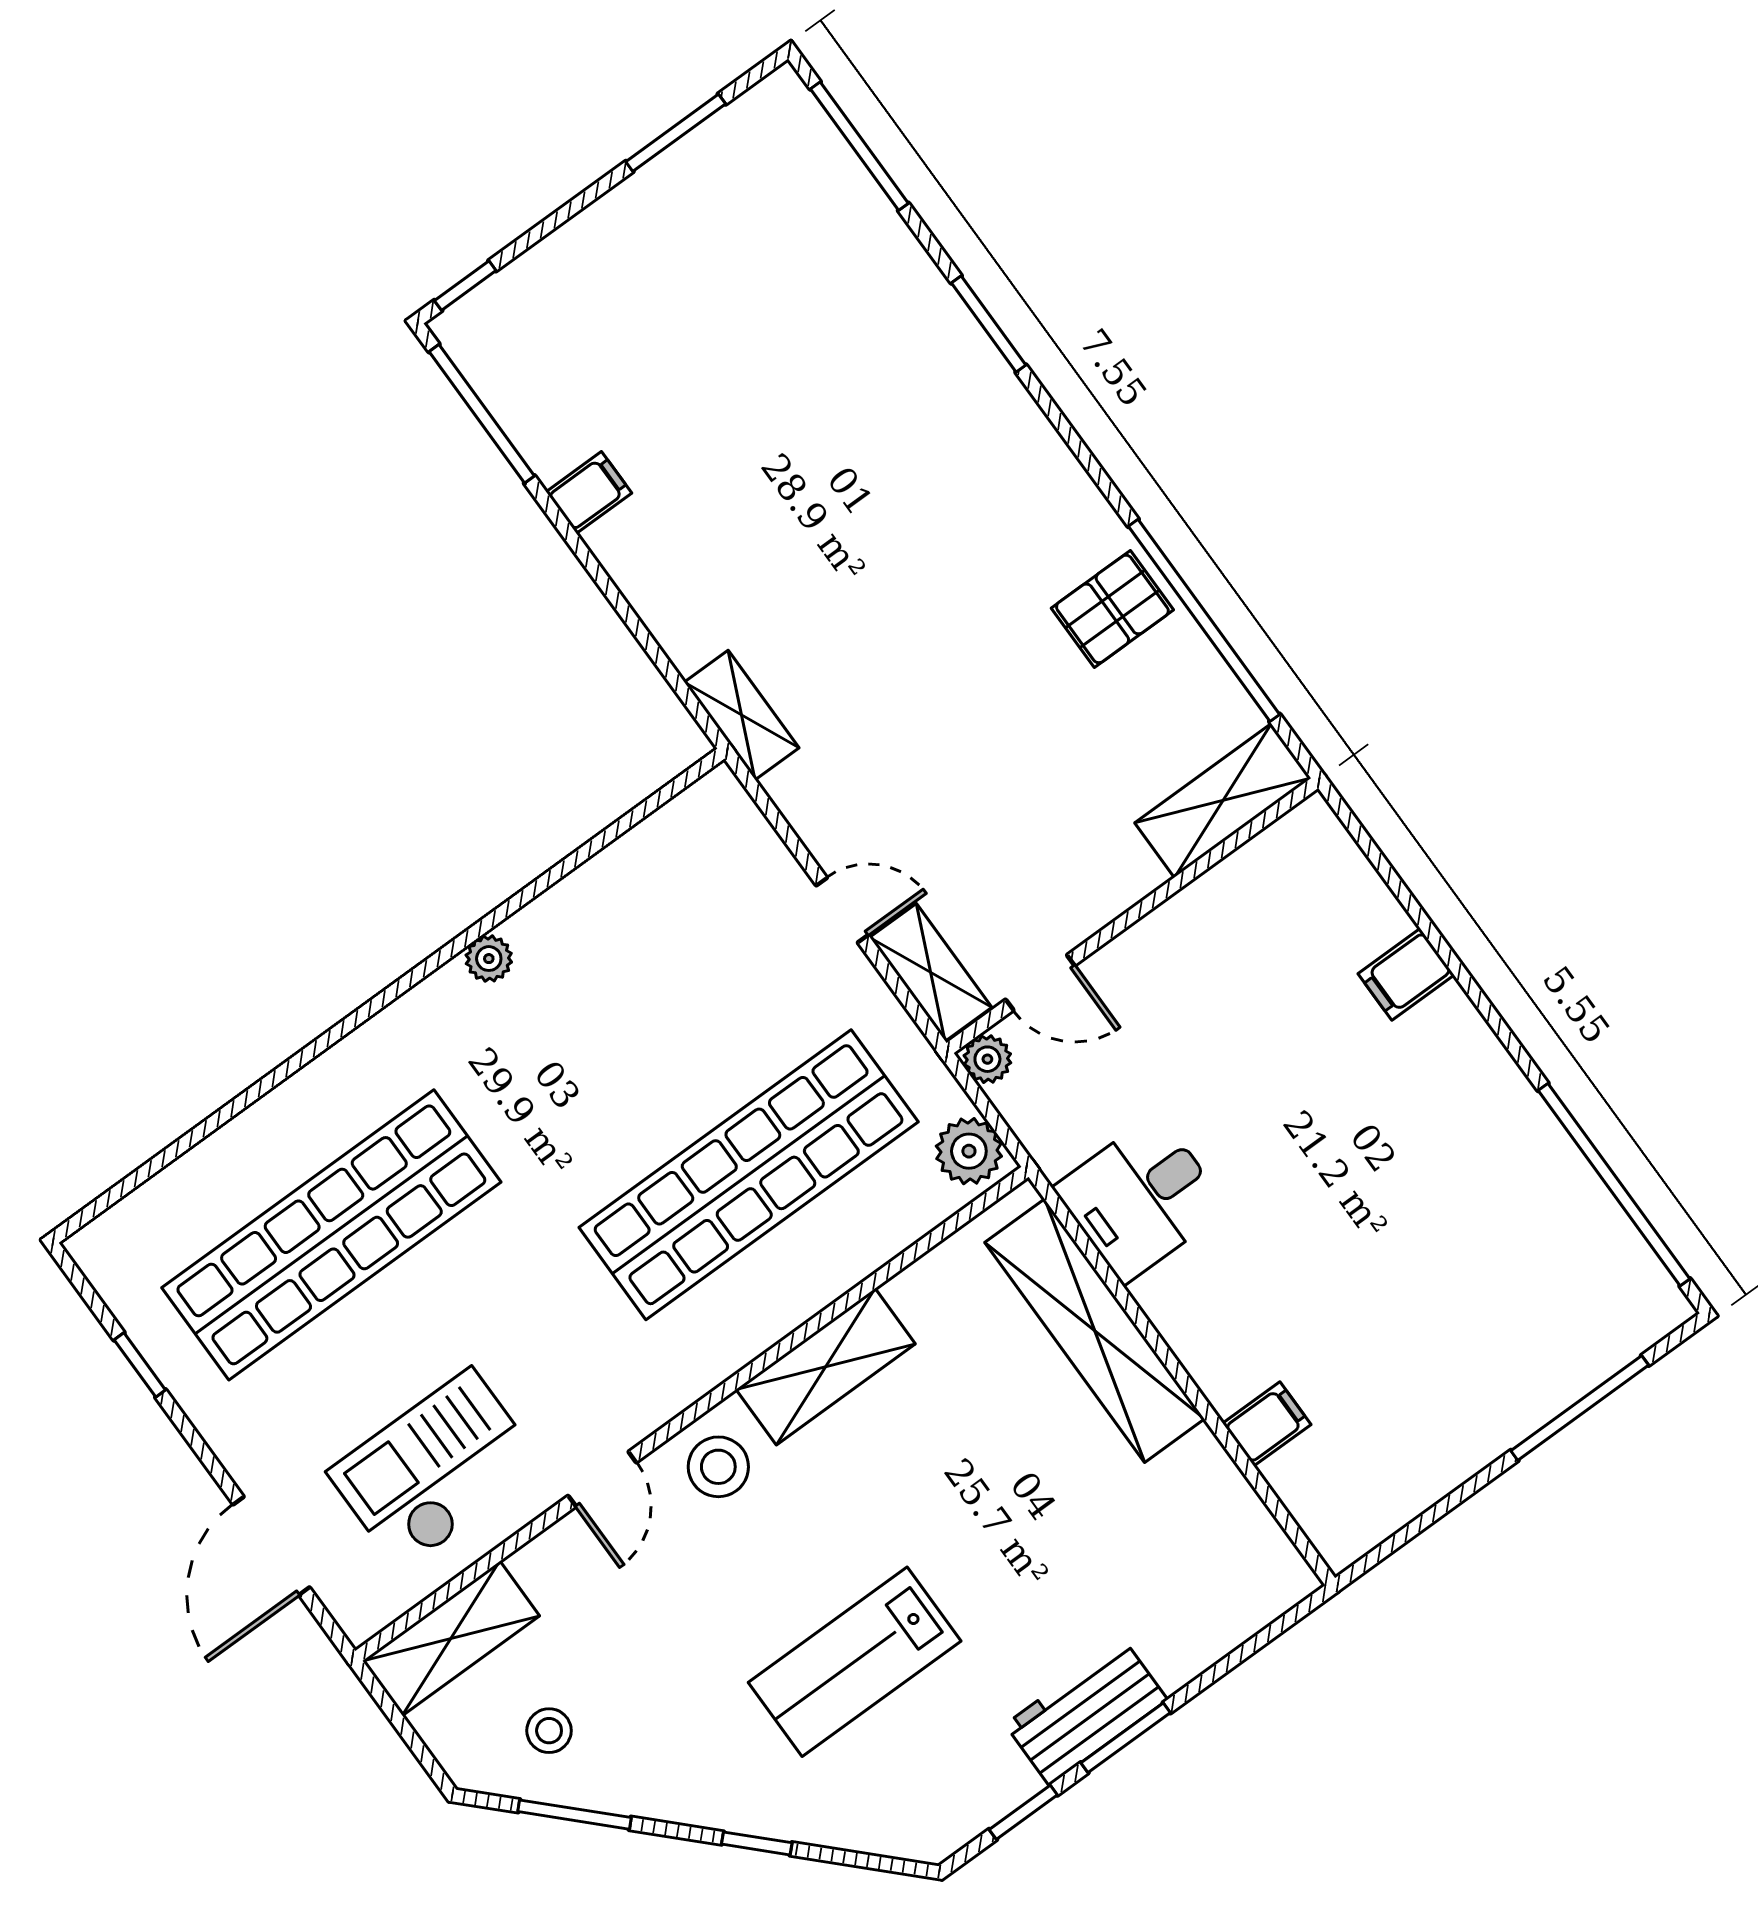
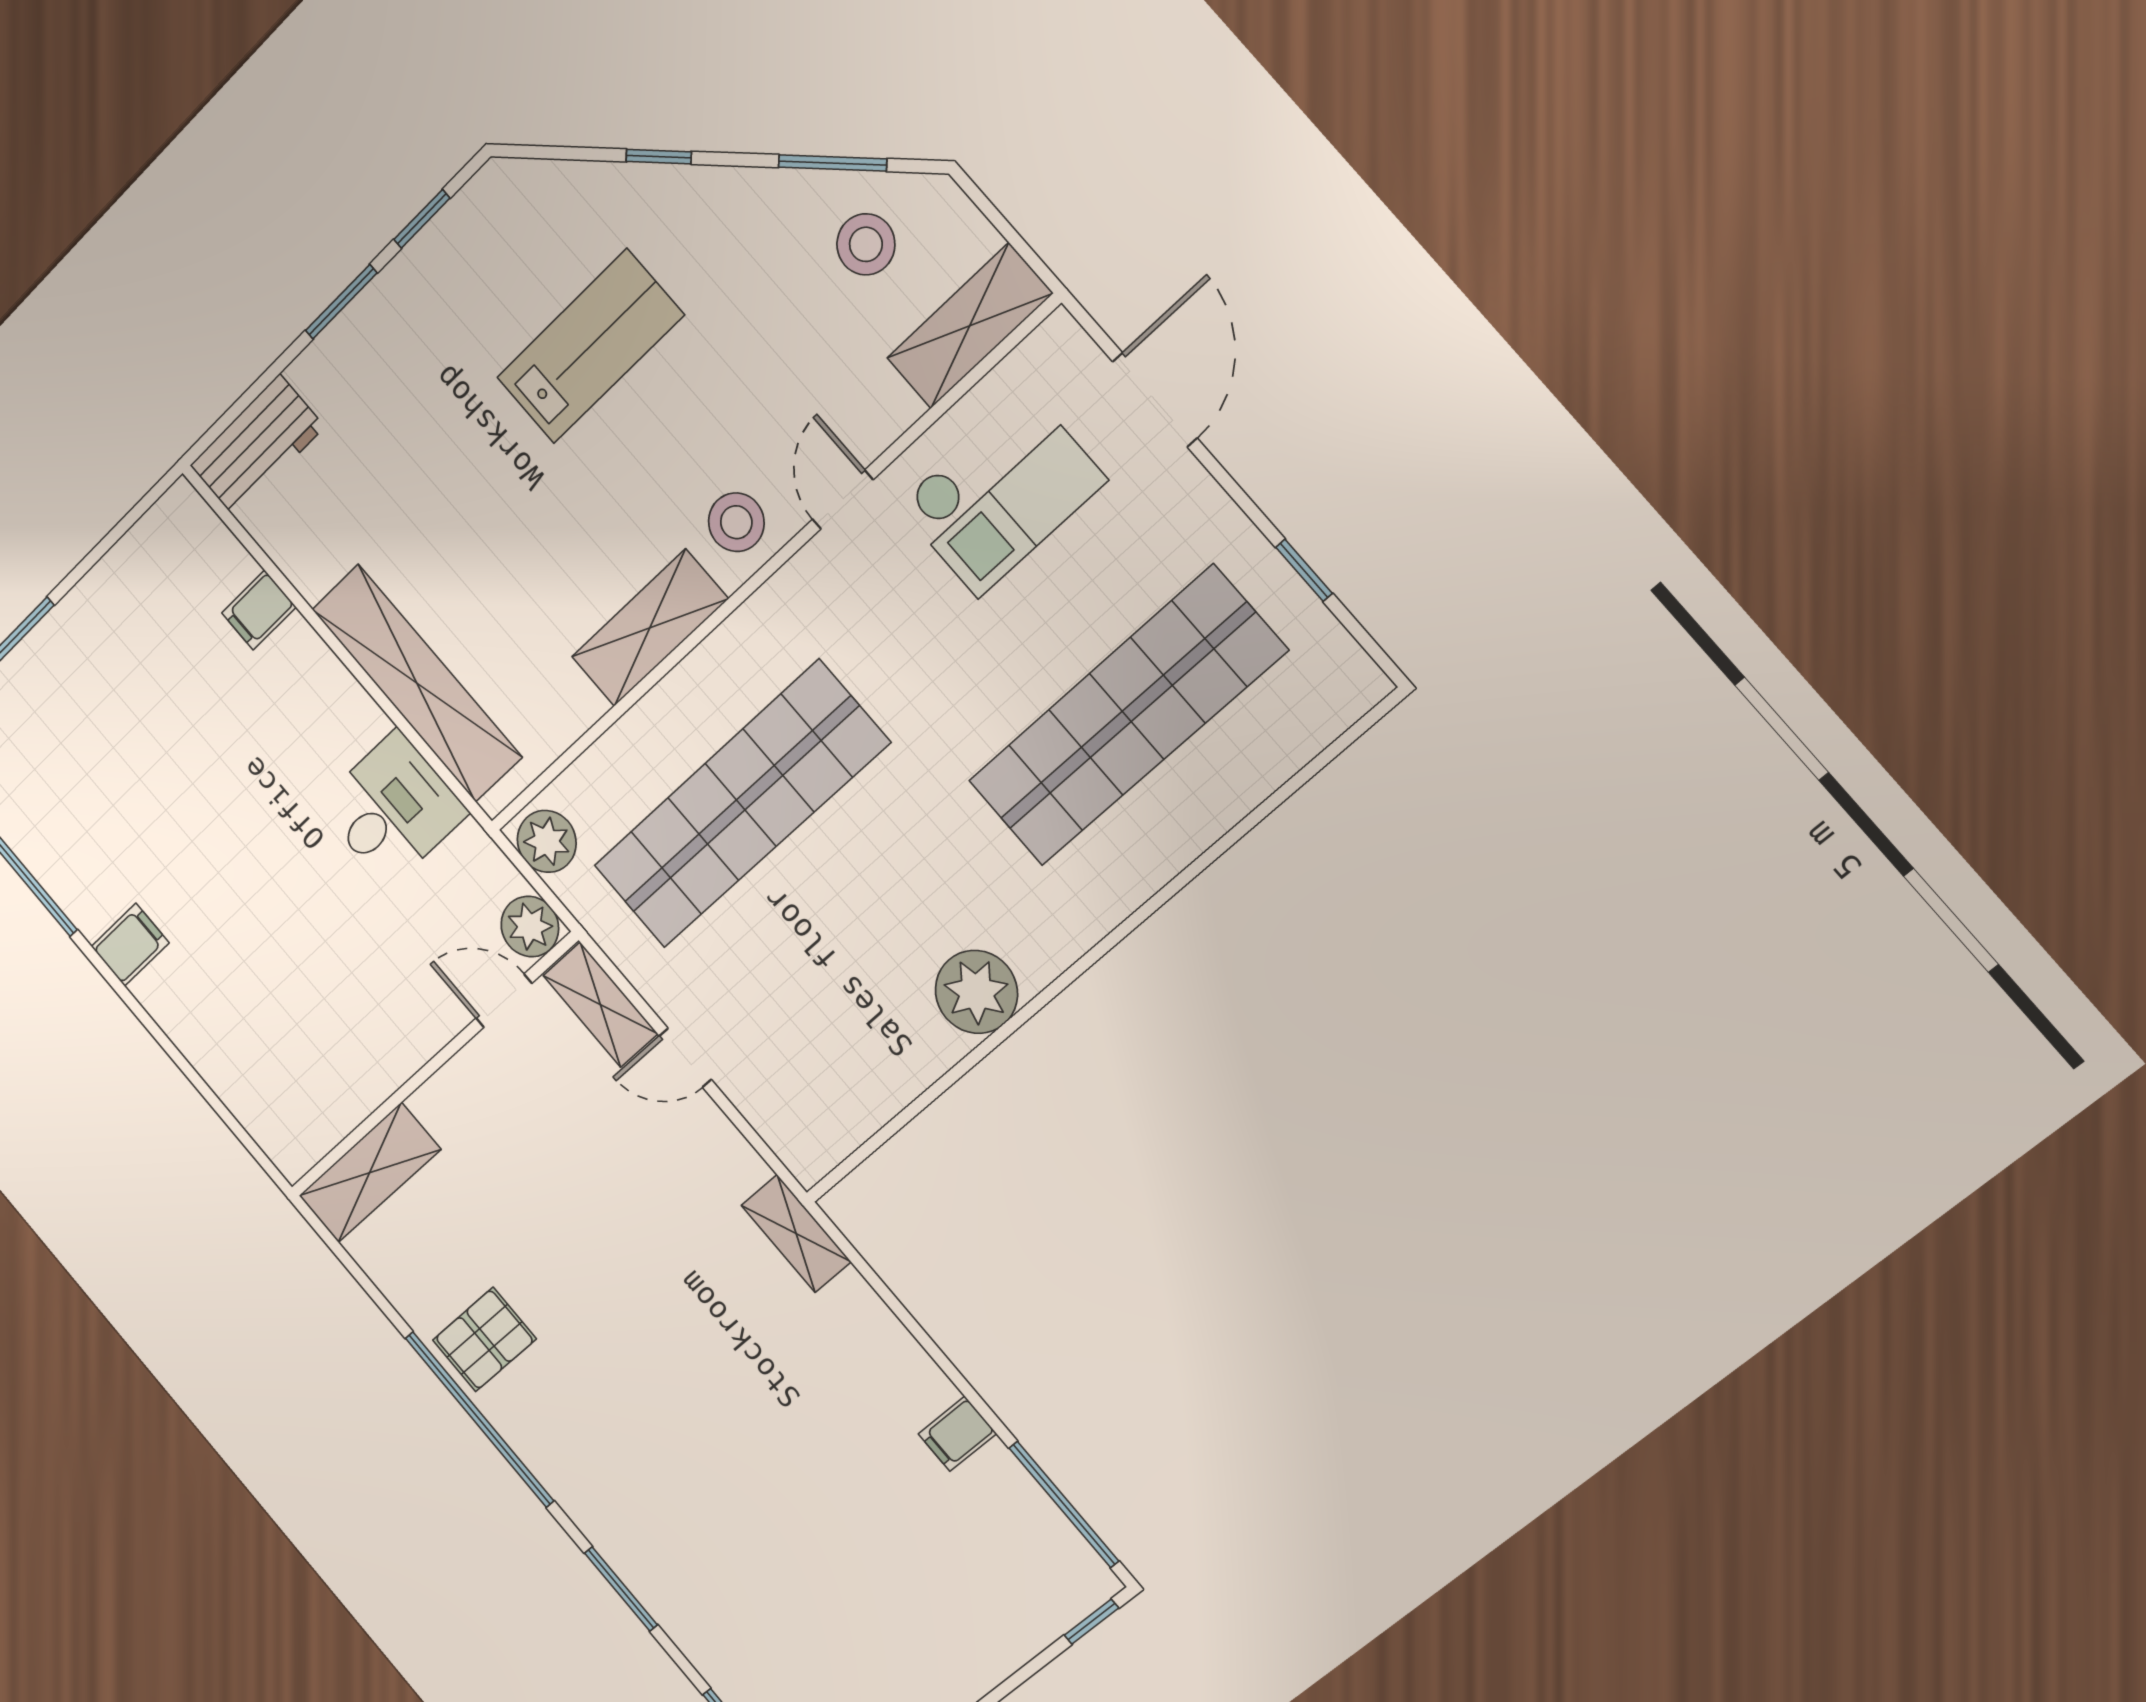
window: (1204, 620) -> (480, 1419), moved
plant: (489, 959) -> (976, 992), width x1.87, depth x1.87
filing cabinet: (1406, 974) -> (130, 945), moved
plant: (987, 1059) -> (530, 927), width x1.38, depth x1.38
workbench: (1086, 1712) -> (257, 446), moved
stool: (549, 1731) -> (866, 244), width x1.37, depth x1.37

